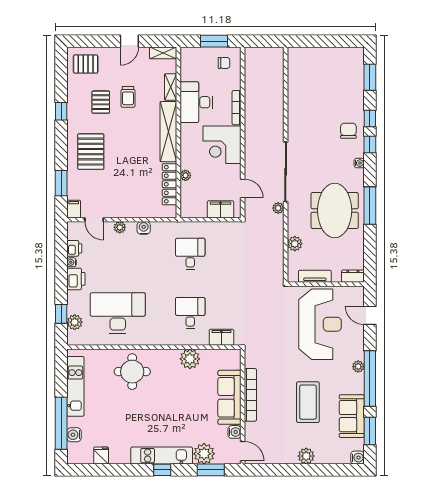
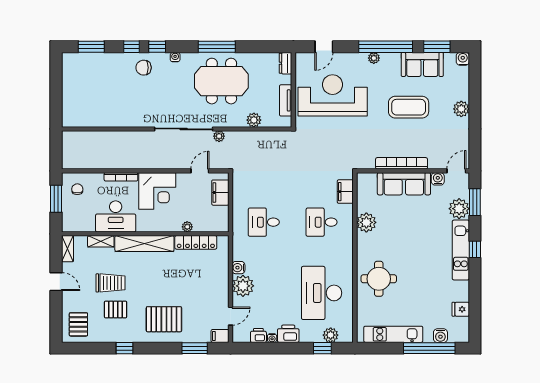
trolley: (128, 97) -> (110, 283), width x1.36, depth x1.39
plant: (120, 227) -> (243, 286), width x1.87, depth x1.87

